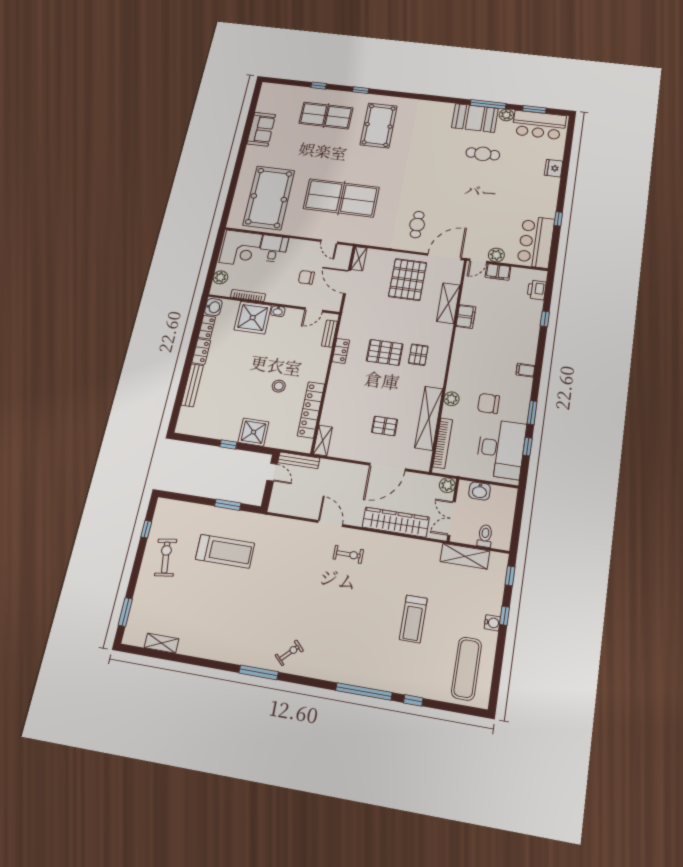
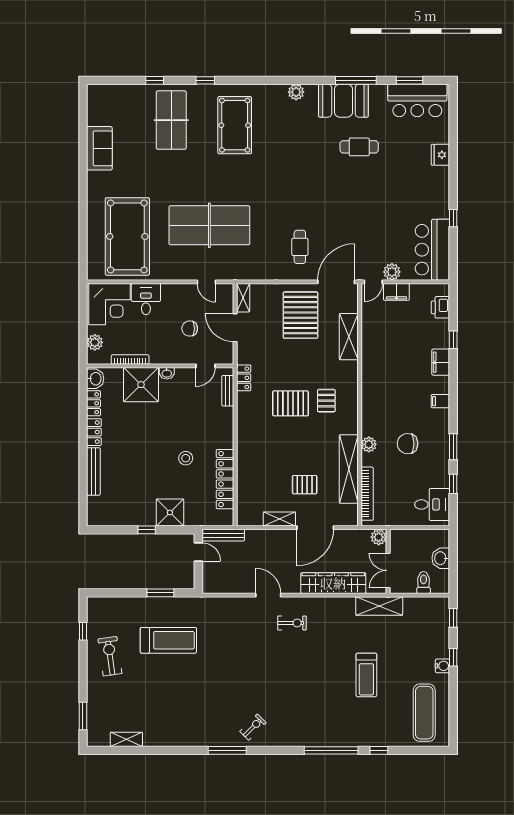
plant: (506, 115) -> (296, 92), moved
table tennis table: (326, 116) -> (171, 120), turned 90
filing cabinet: (466, 317) -> (441, 362), moved, turned 180
locker: (341, 351) -> (244, 378), moved
shelving: (323, 441) -> (279, 519), moved, turned 90
desk: (501, 449) -> (432, 504), width x0.53, depth x0.77
washbasin: (480, 491) -> (441, 558), moved, turned 90
shelving: (465, 556) -> (379, 606), moved

